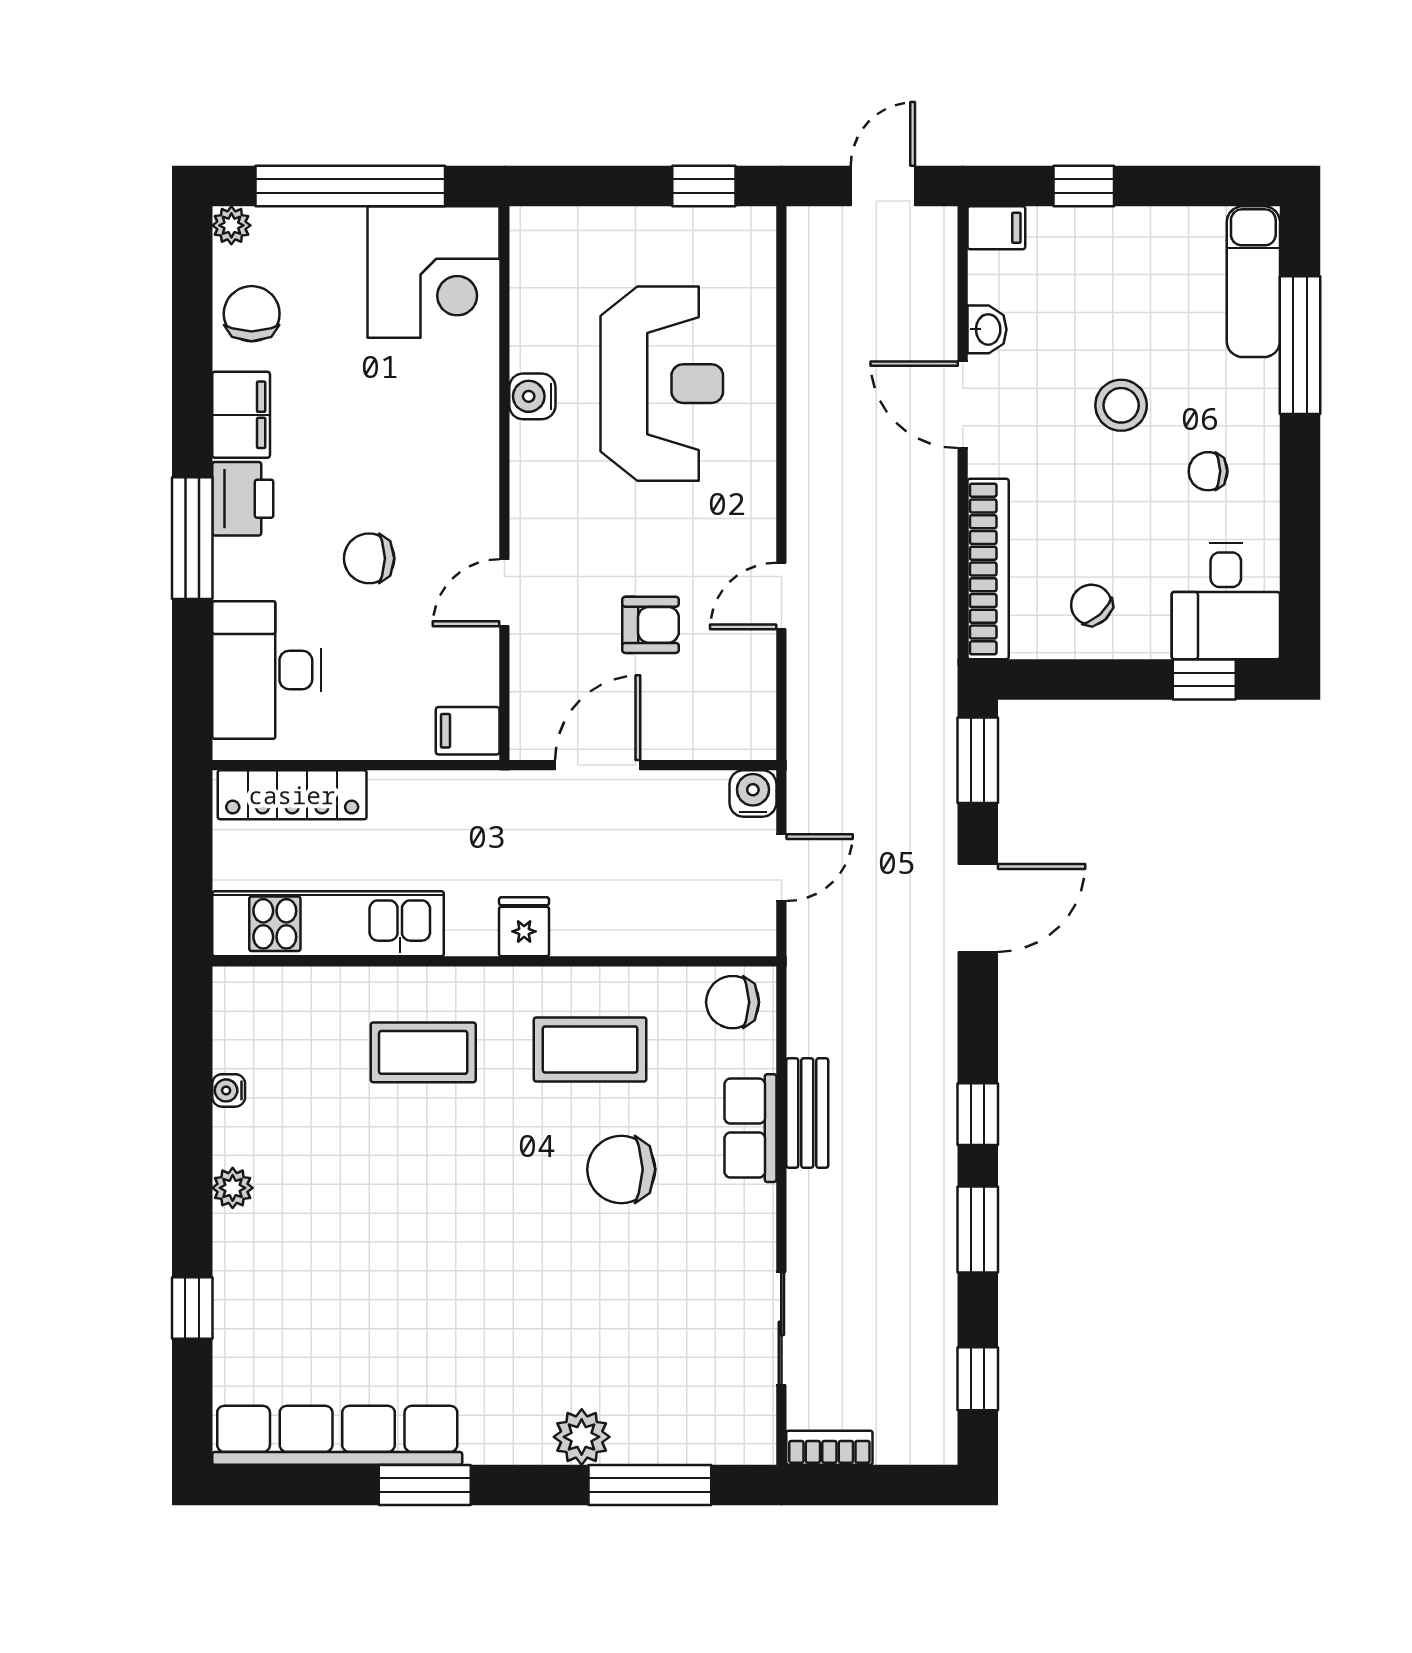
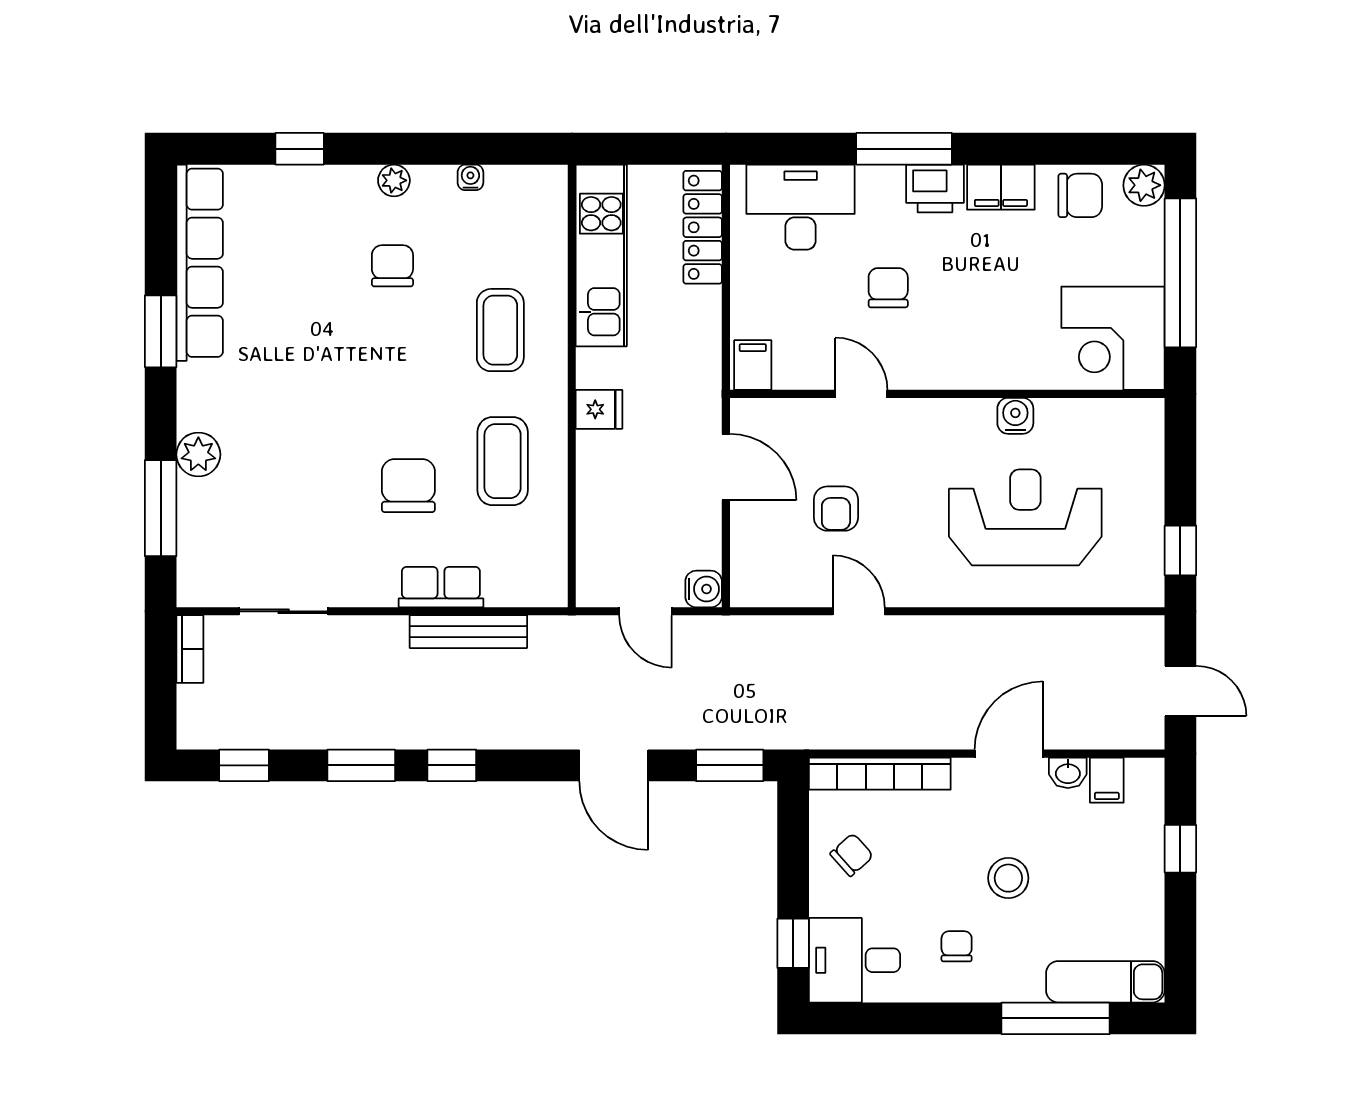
plant: (231, 225) -> (1144, 185), width x1.38, depth x1.38
filing cabinet: (996, 228) -> (1107, 780), moved
reception desk: (662, 384) -> (1025, 517), turned 180
chair: (733, 1002) -> (392, 266), moved
bench: (807, 1113) -> (468, 632), width x1.36

